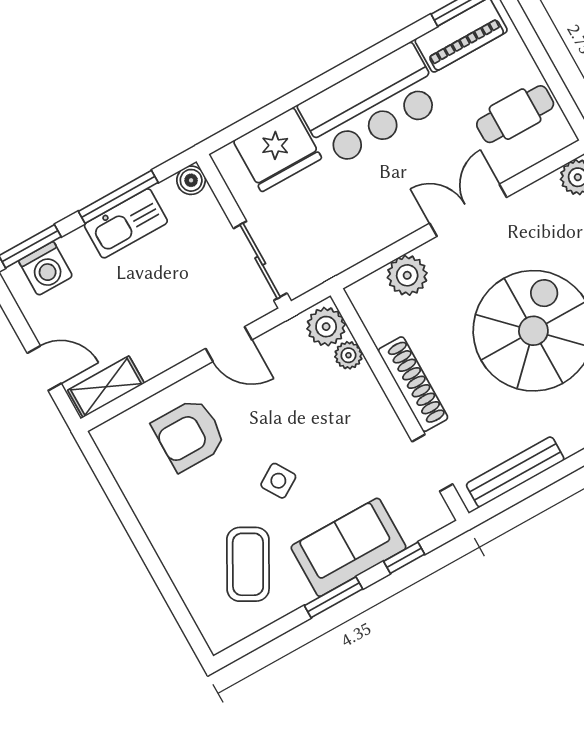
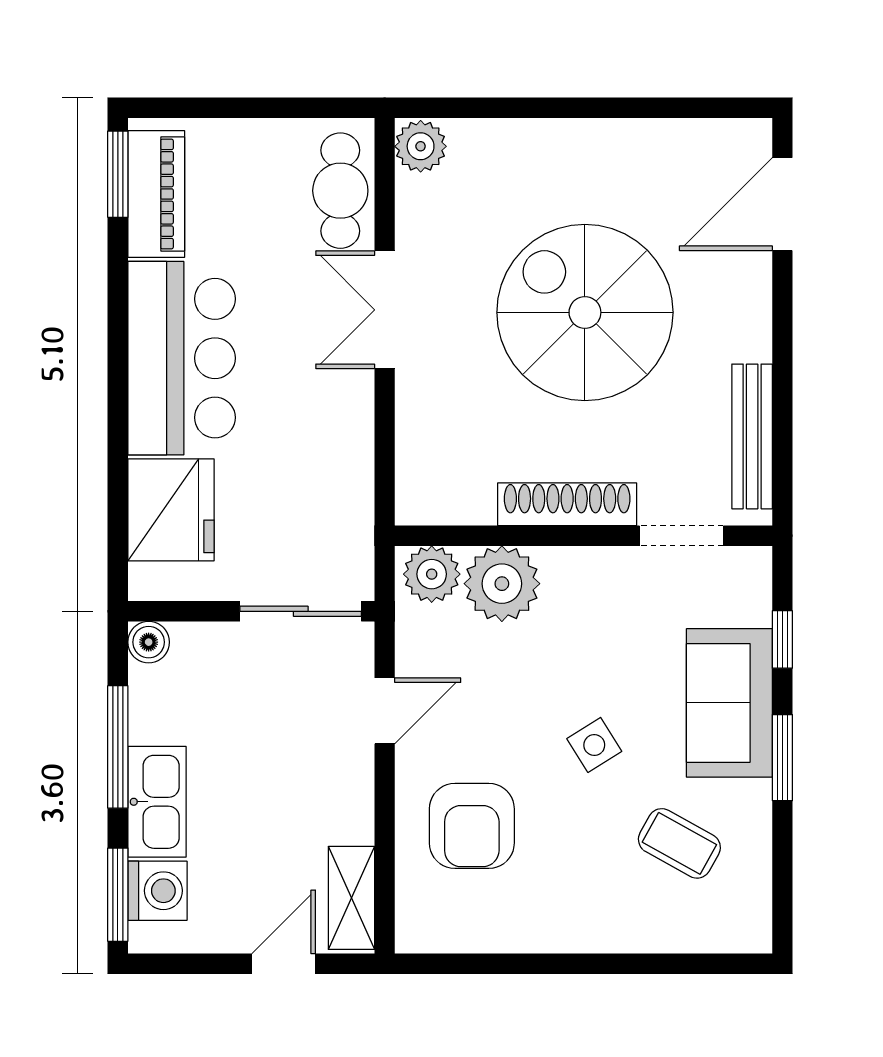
cafe table: (515, 114) -> (340, 191), moved
kitchen sink: (126, 223) -> (157, 802), moved
plant: (407, 275) -> (424, 434), removed
plant: (348, 355) -> (502, 584), width x1.88, depth x1.88
coffee table: (248, 564) -> (679, 843), width x0.73, depth x0.77

